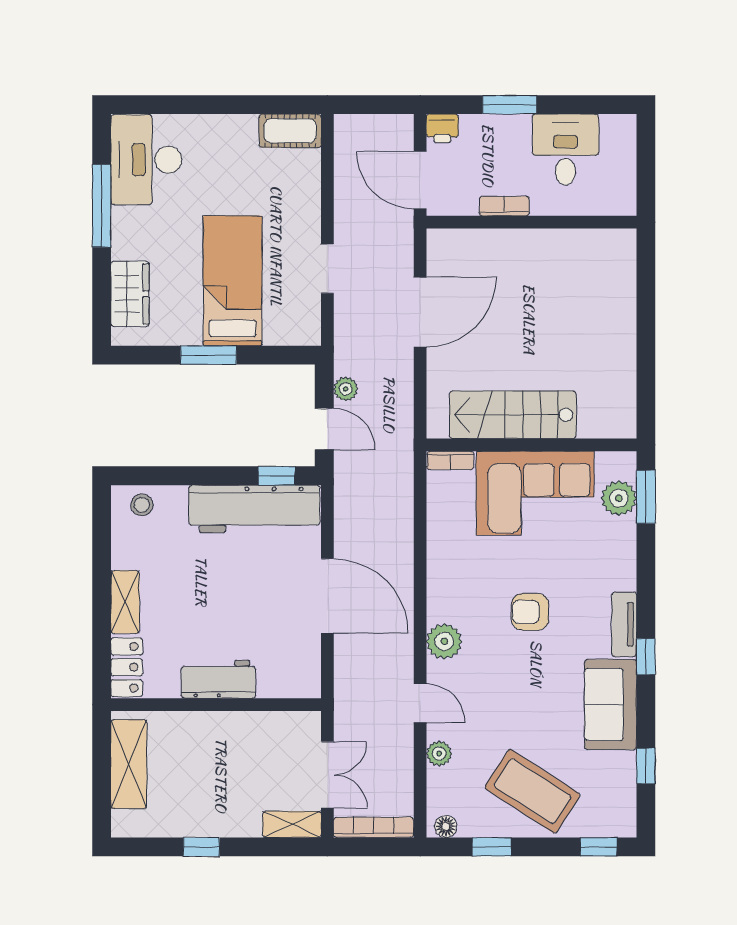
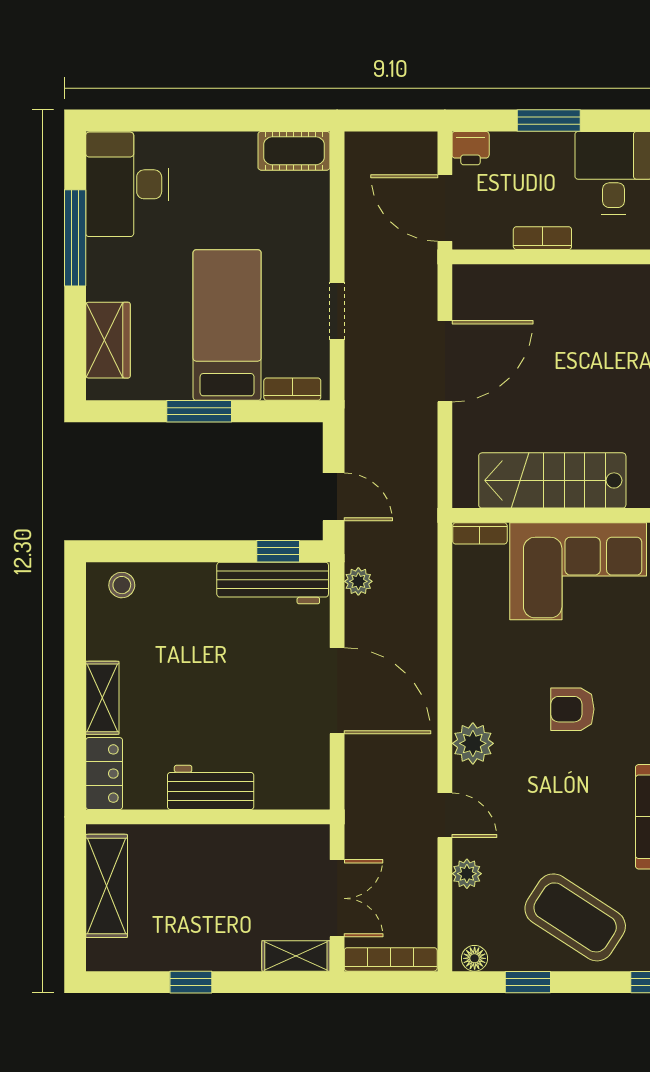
bookcase: (289, 336) -> (292, 389), added
plant: (346, 389) -> (358, 581), moved
workbench: (254, 509) -> (273, 583), width x0.73, depth x0.76

